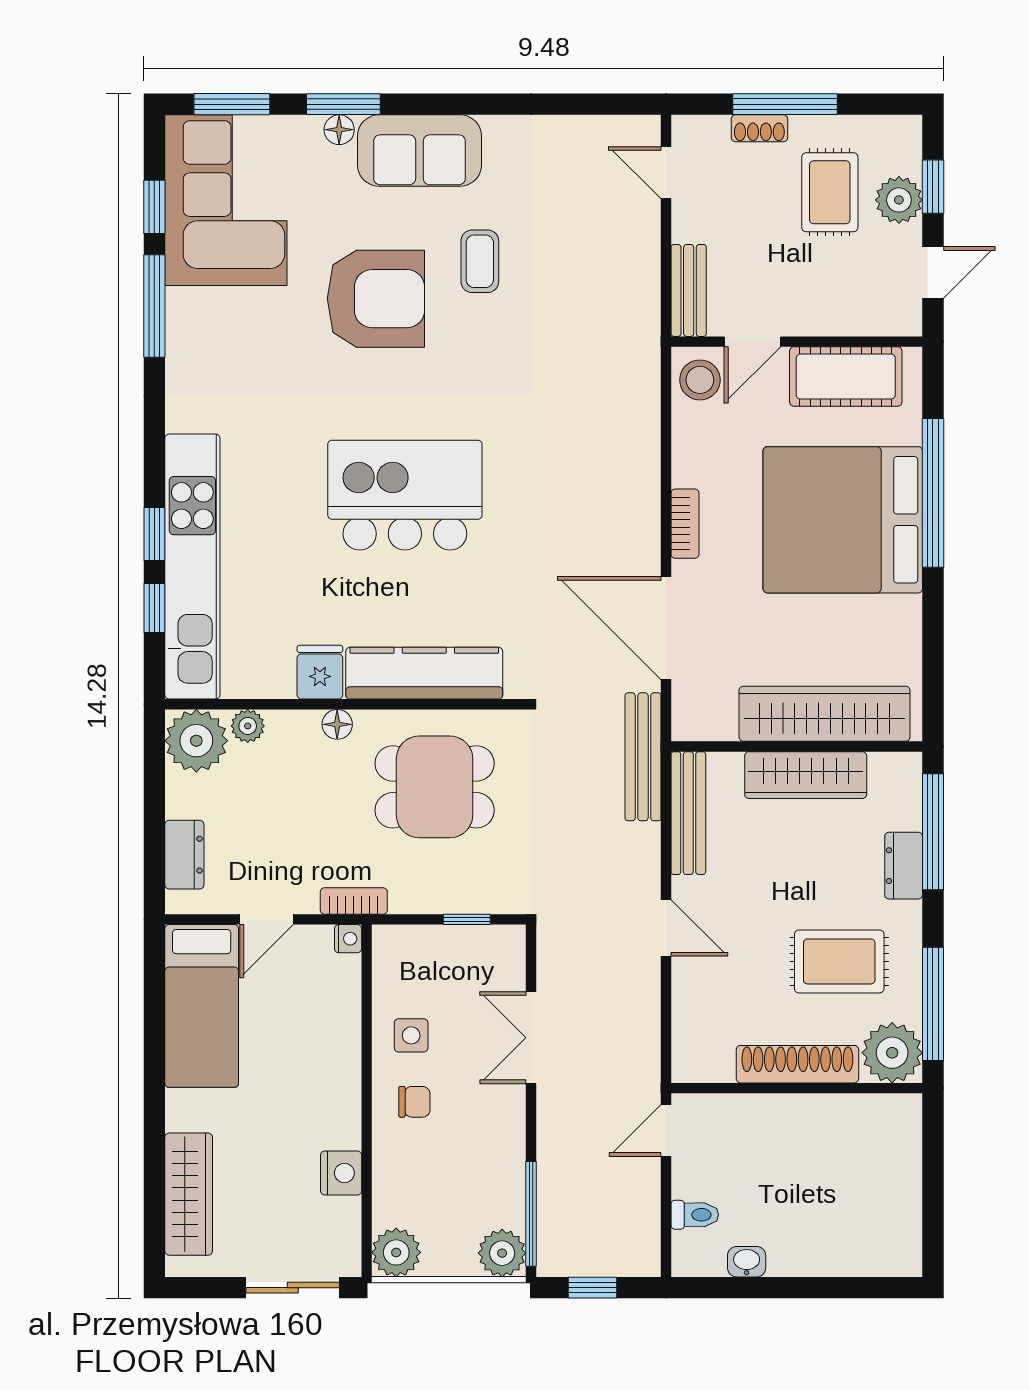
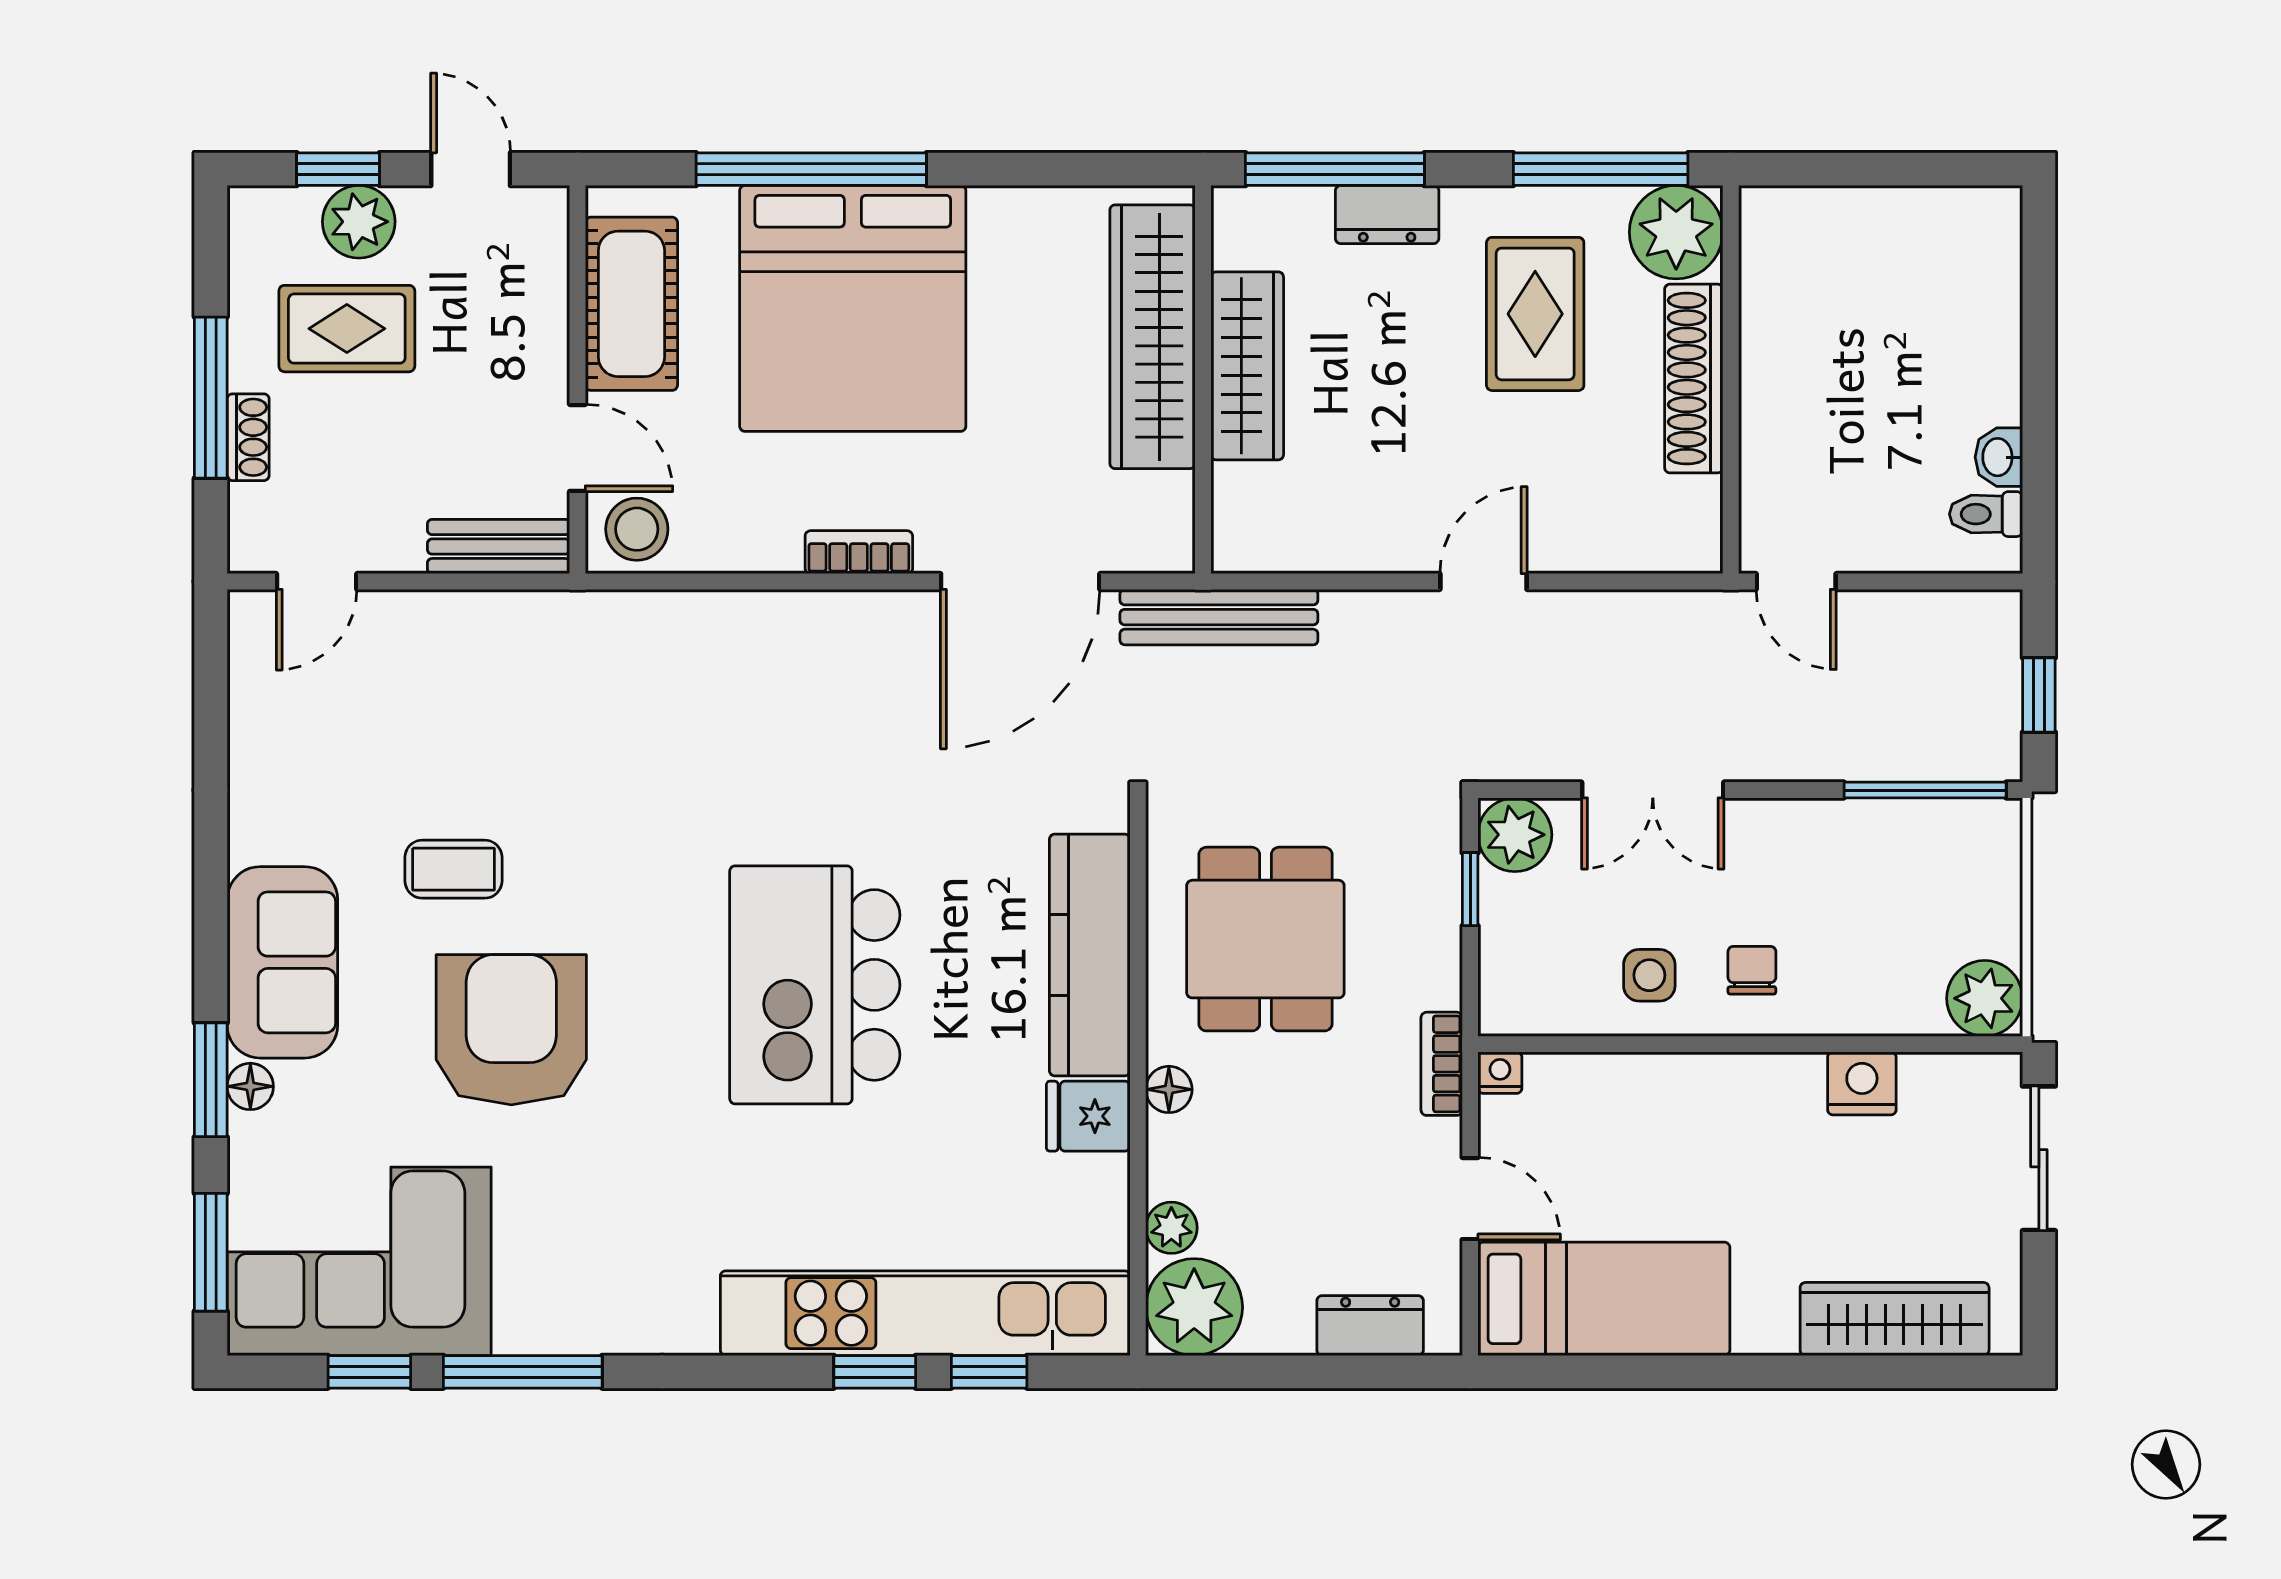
bench: (688, 813) -> (1306, 547), removed
toilet: (695, 1215) -> (1986, 514), moved, turned -90
plant: (502, 1253) -> (1515, 835), moved

